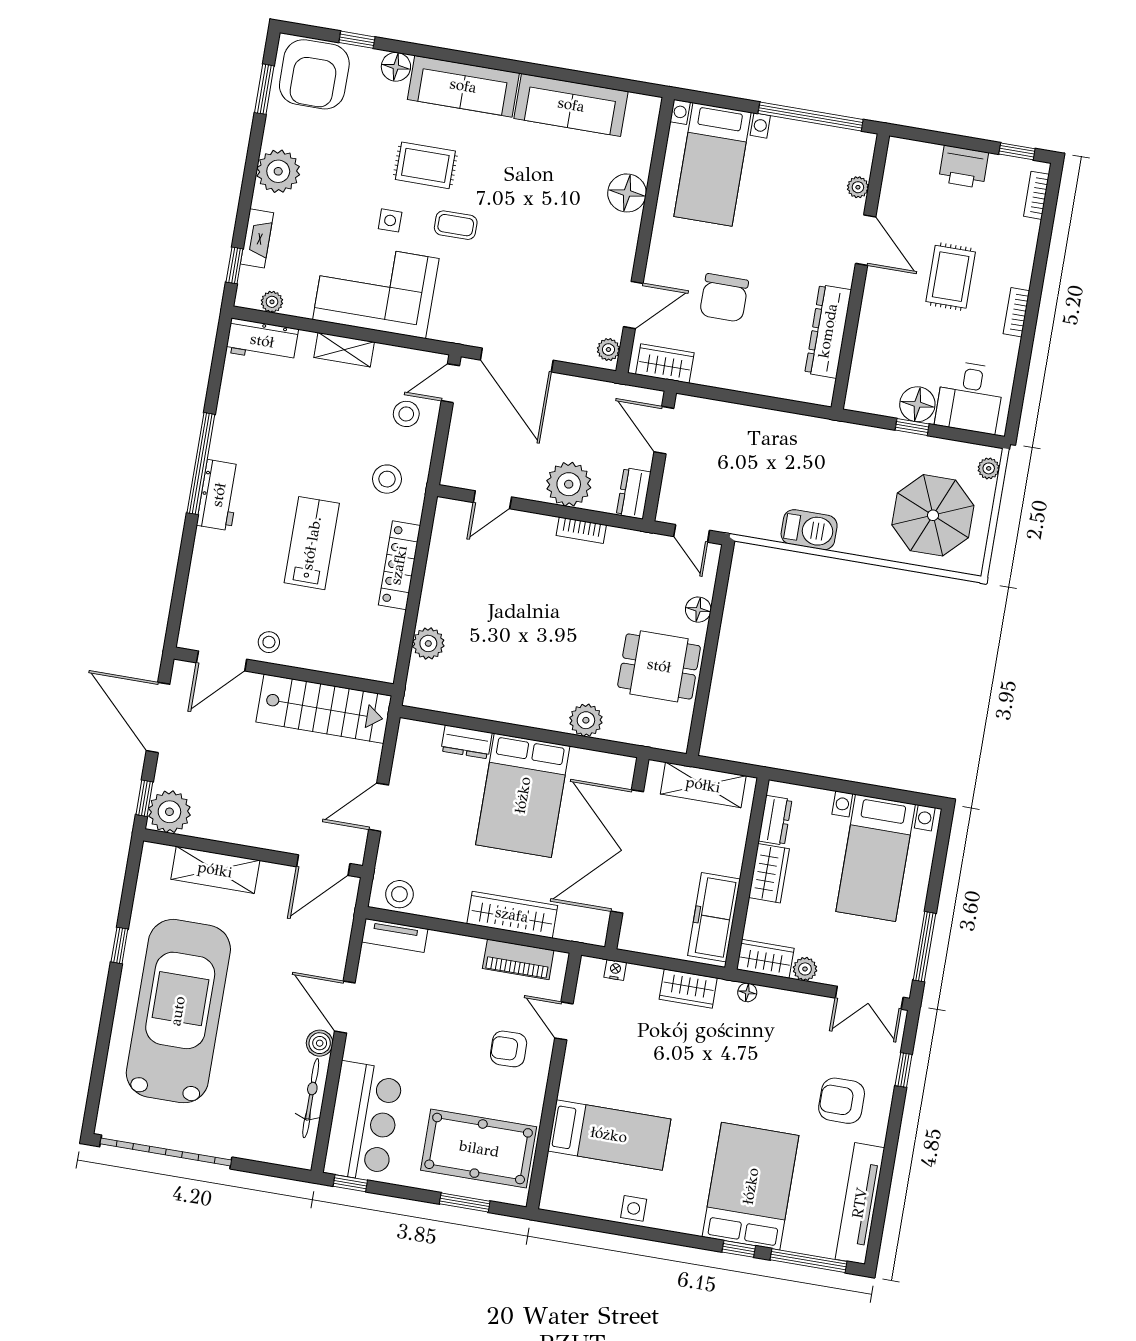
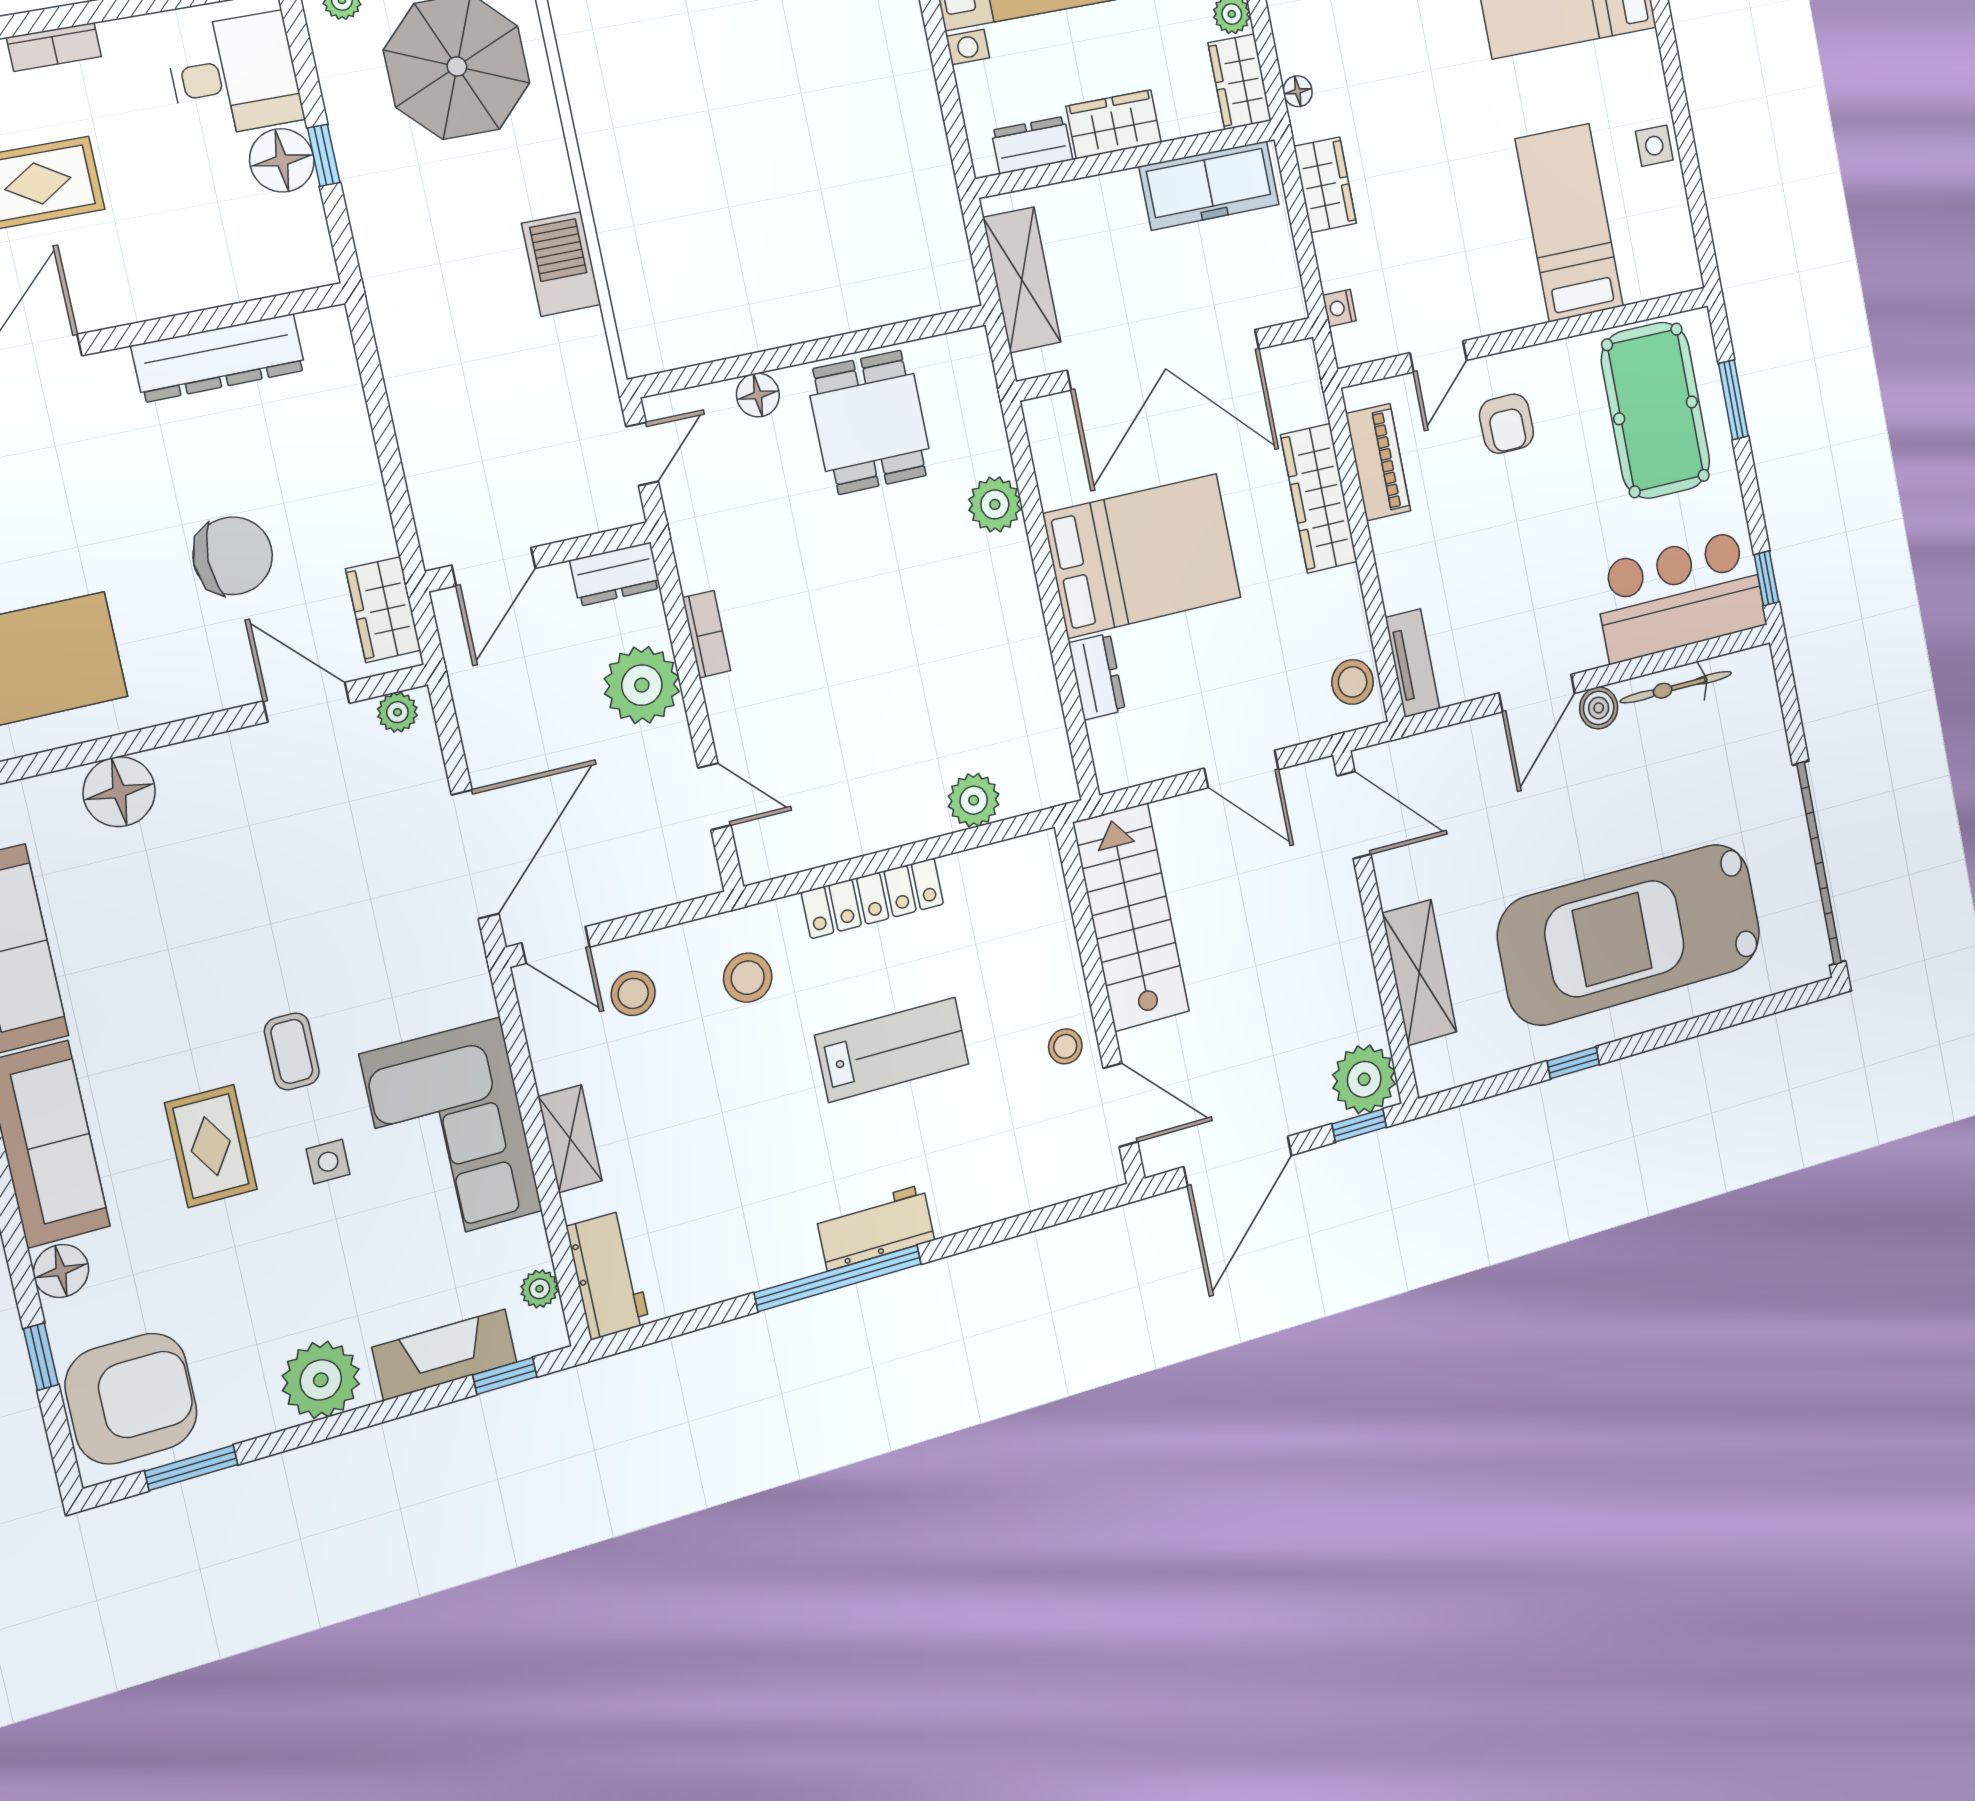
fireplace: (257, 238) -> (445, 1355), width x1.37, depth x1.32
lab bench: (312, 543) -> (892, 1050), turned 180

